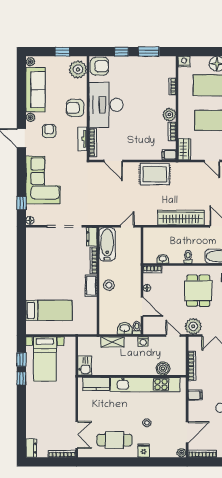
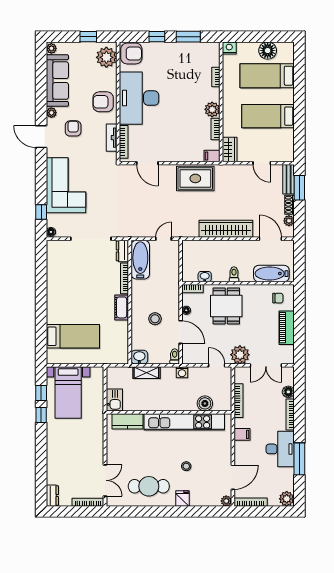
stool: (109, 285) -> (155, 319), moved
dining table: (198, 291) -> (226, 306), moved
washbasin: (125, 328) -> (139, 357), moved

